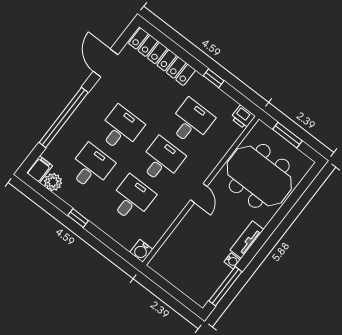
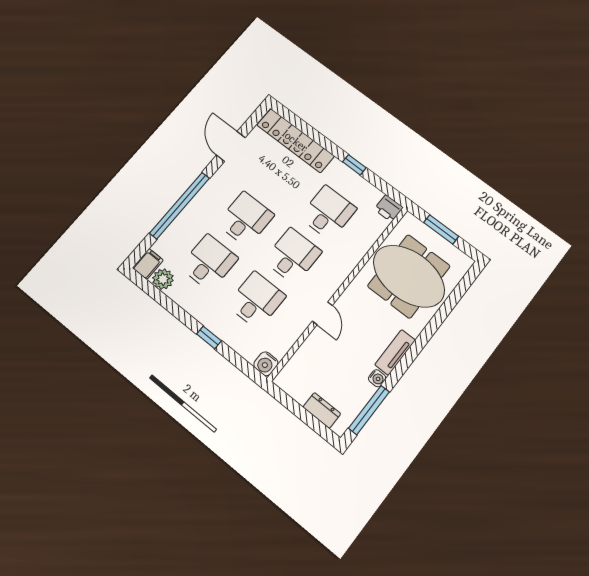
door: (199, 193) -> (322, 313), moved
window: (78, 218) -> (209, 337), moved
dresser: (187, 287) -> (322, 410), added

